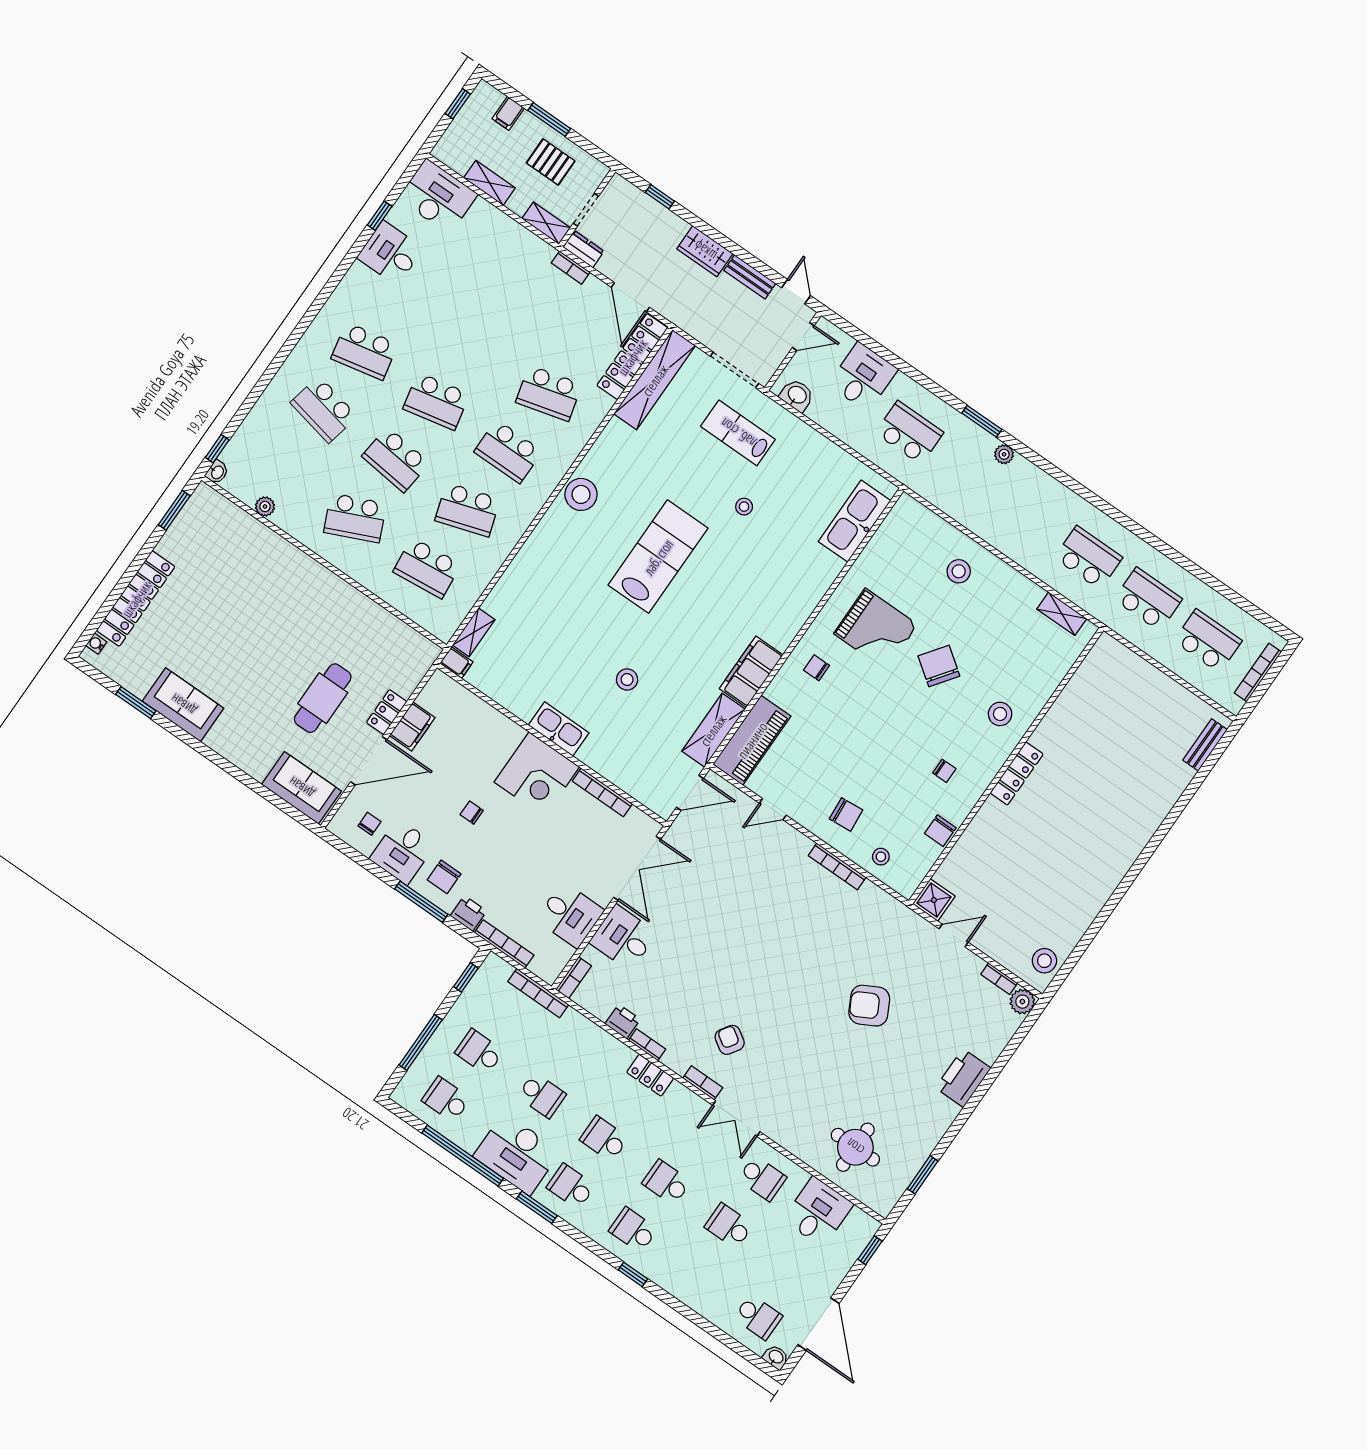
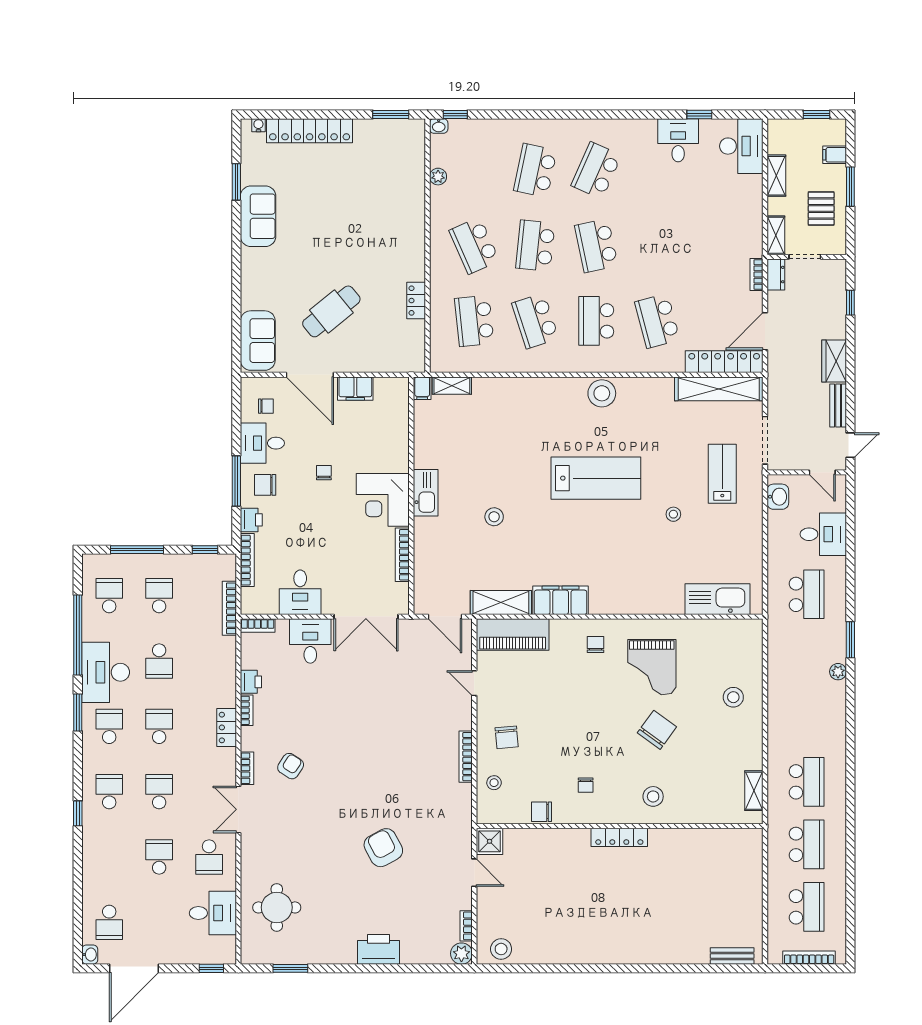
school desk: (364, 351) -> (596, 170), turned 36
cafe table: (323, 698) -> (331, 311), turned -39
locker: (387, 712) -> (416, 301), moved, turned -90

